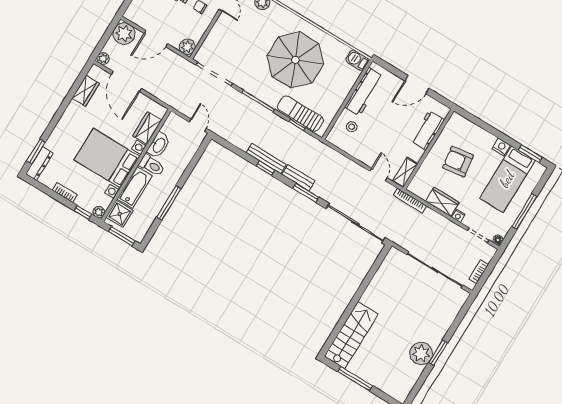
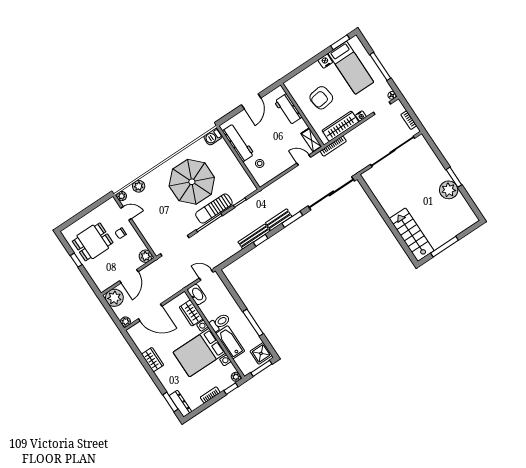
wardrobe: (86, 91) -> (153, 360), moved
sun lounger: (300, 113) -> (214, 209), moved
washbasin: (159, 145) -> (197, 294), moved
wardrobe: (442, 202) -> (340, 126), width x1.50
shower: (120, 214) -> (261, 353), moved

